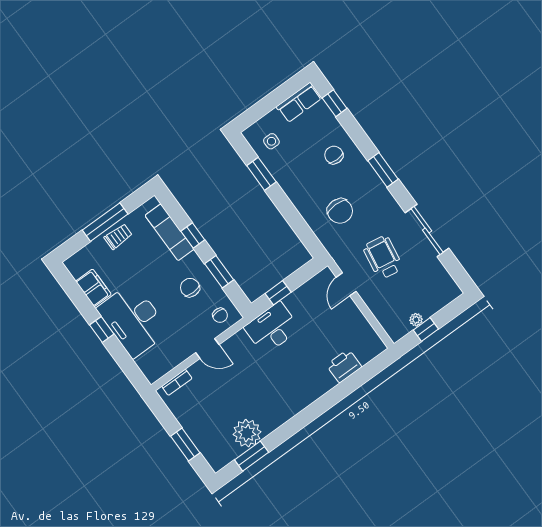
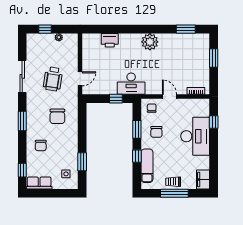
chair: (340, 211) -> (57, 116), turned 180
filing cabinet: (93, 288) -> (203, 179), moved
window: (102, 329) -> (214, 122), moved
window: (426, 329) -> (45, 29), moved
plant: (247, 433) -> (150, 42), moved

